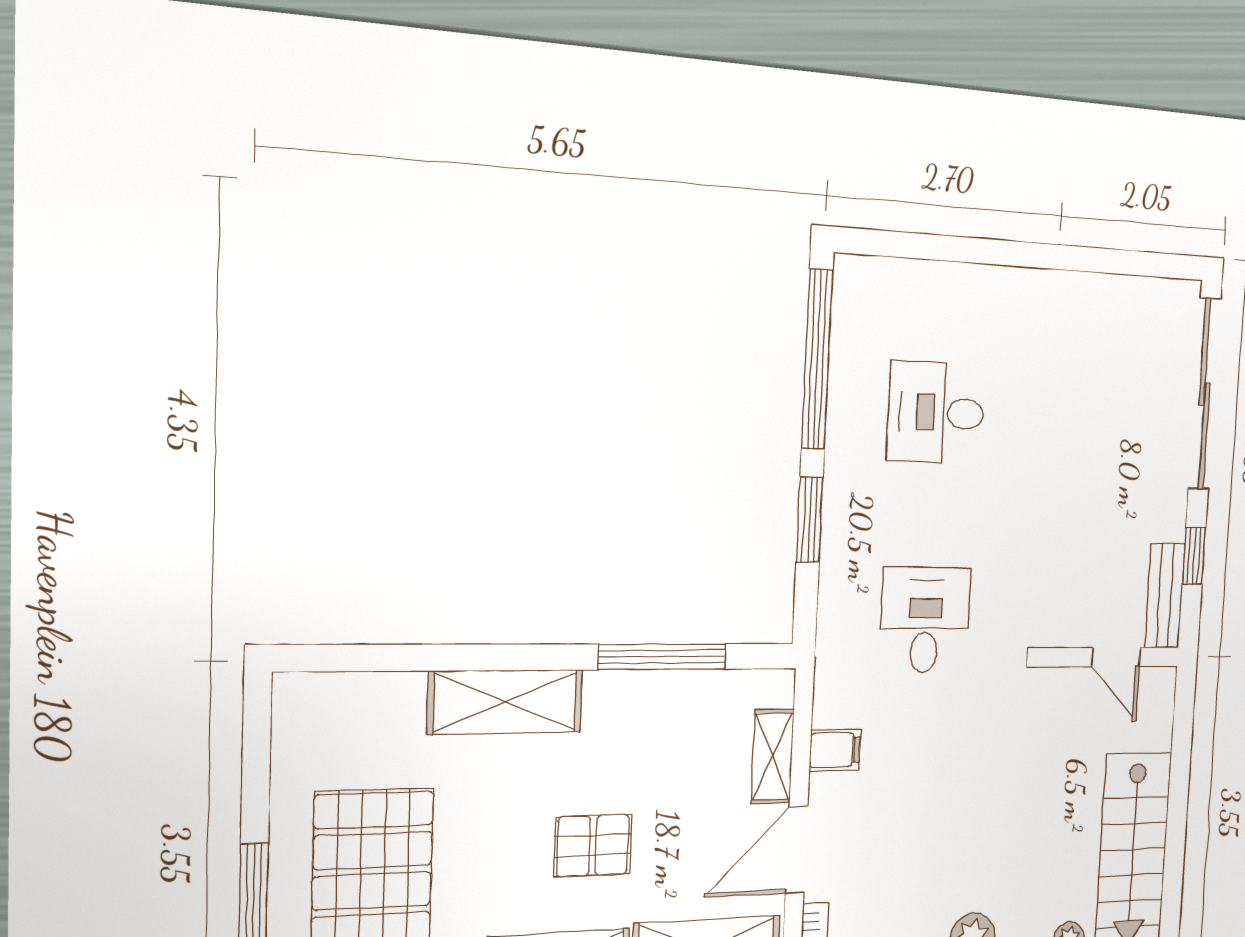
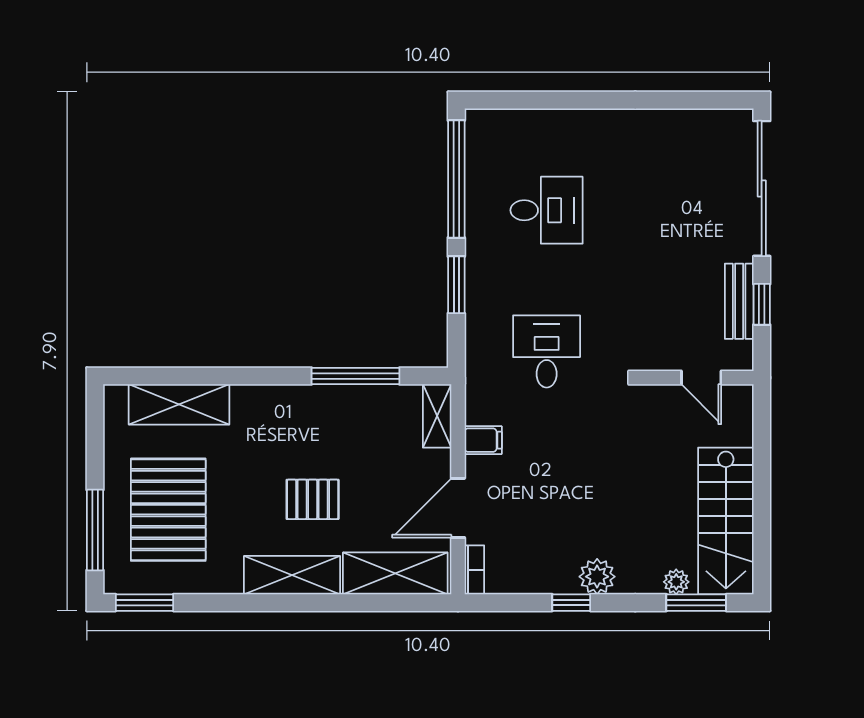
desk: (936, 413) -> (547, 210), turned 180
bench: (1165, 596) -> (739, 301), moved
shelving: (505, 702) -> (179, 404), moved
shelving: (772, 757) -> (437, 416), moved

